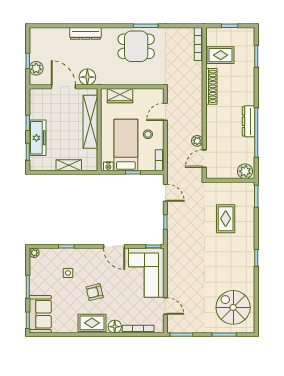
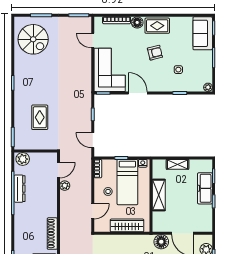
wardrobe: (120, 96) -> (127, 225), width x1.50
dresser: (249, 121) -> (20, 189), moved
shelving: (90, 122) -> (159, 195), width x0.68

